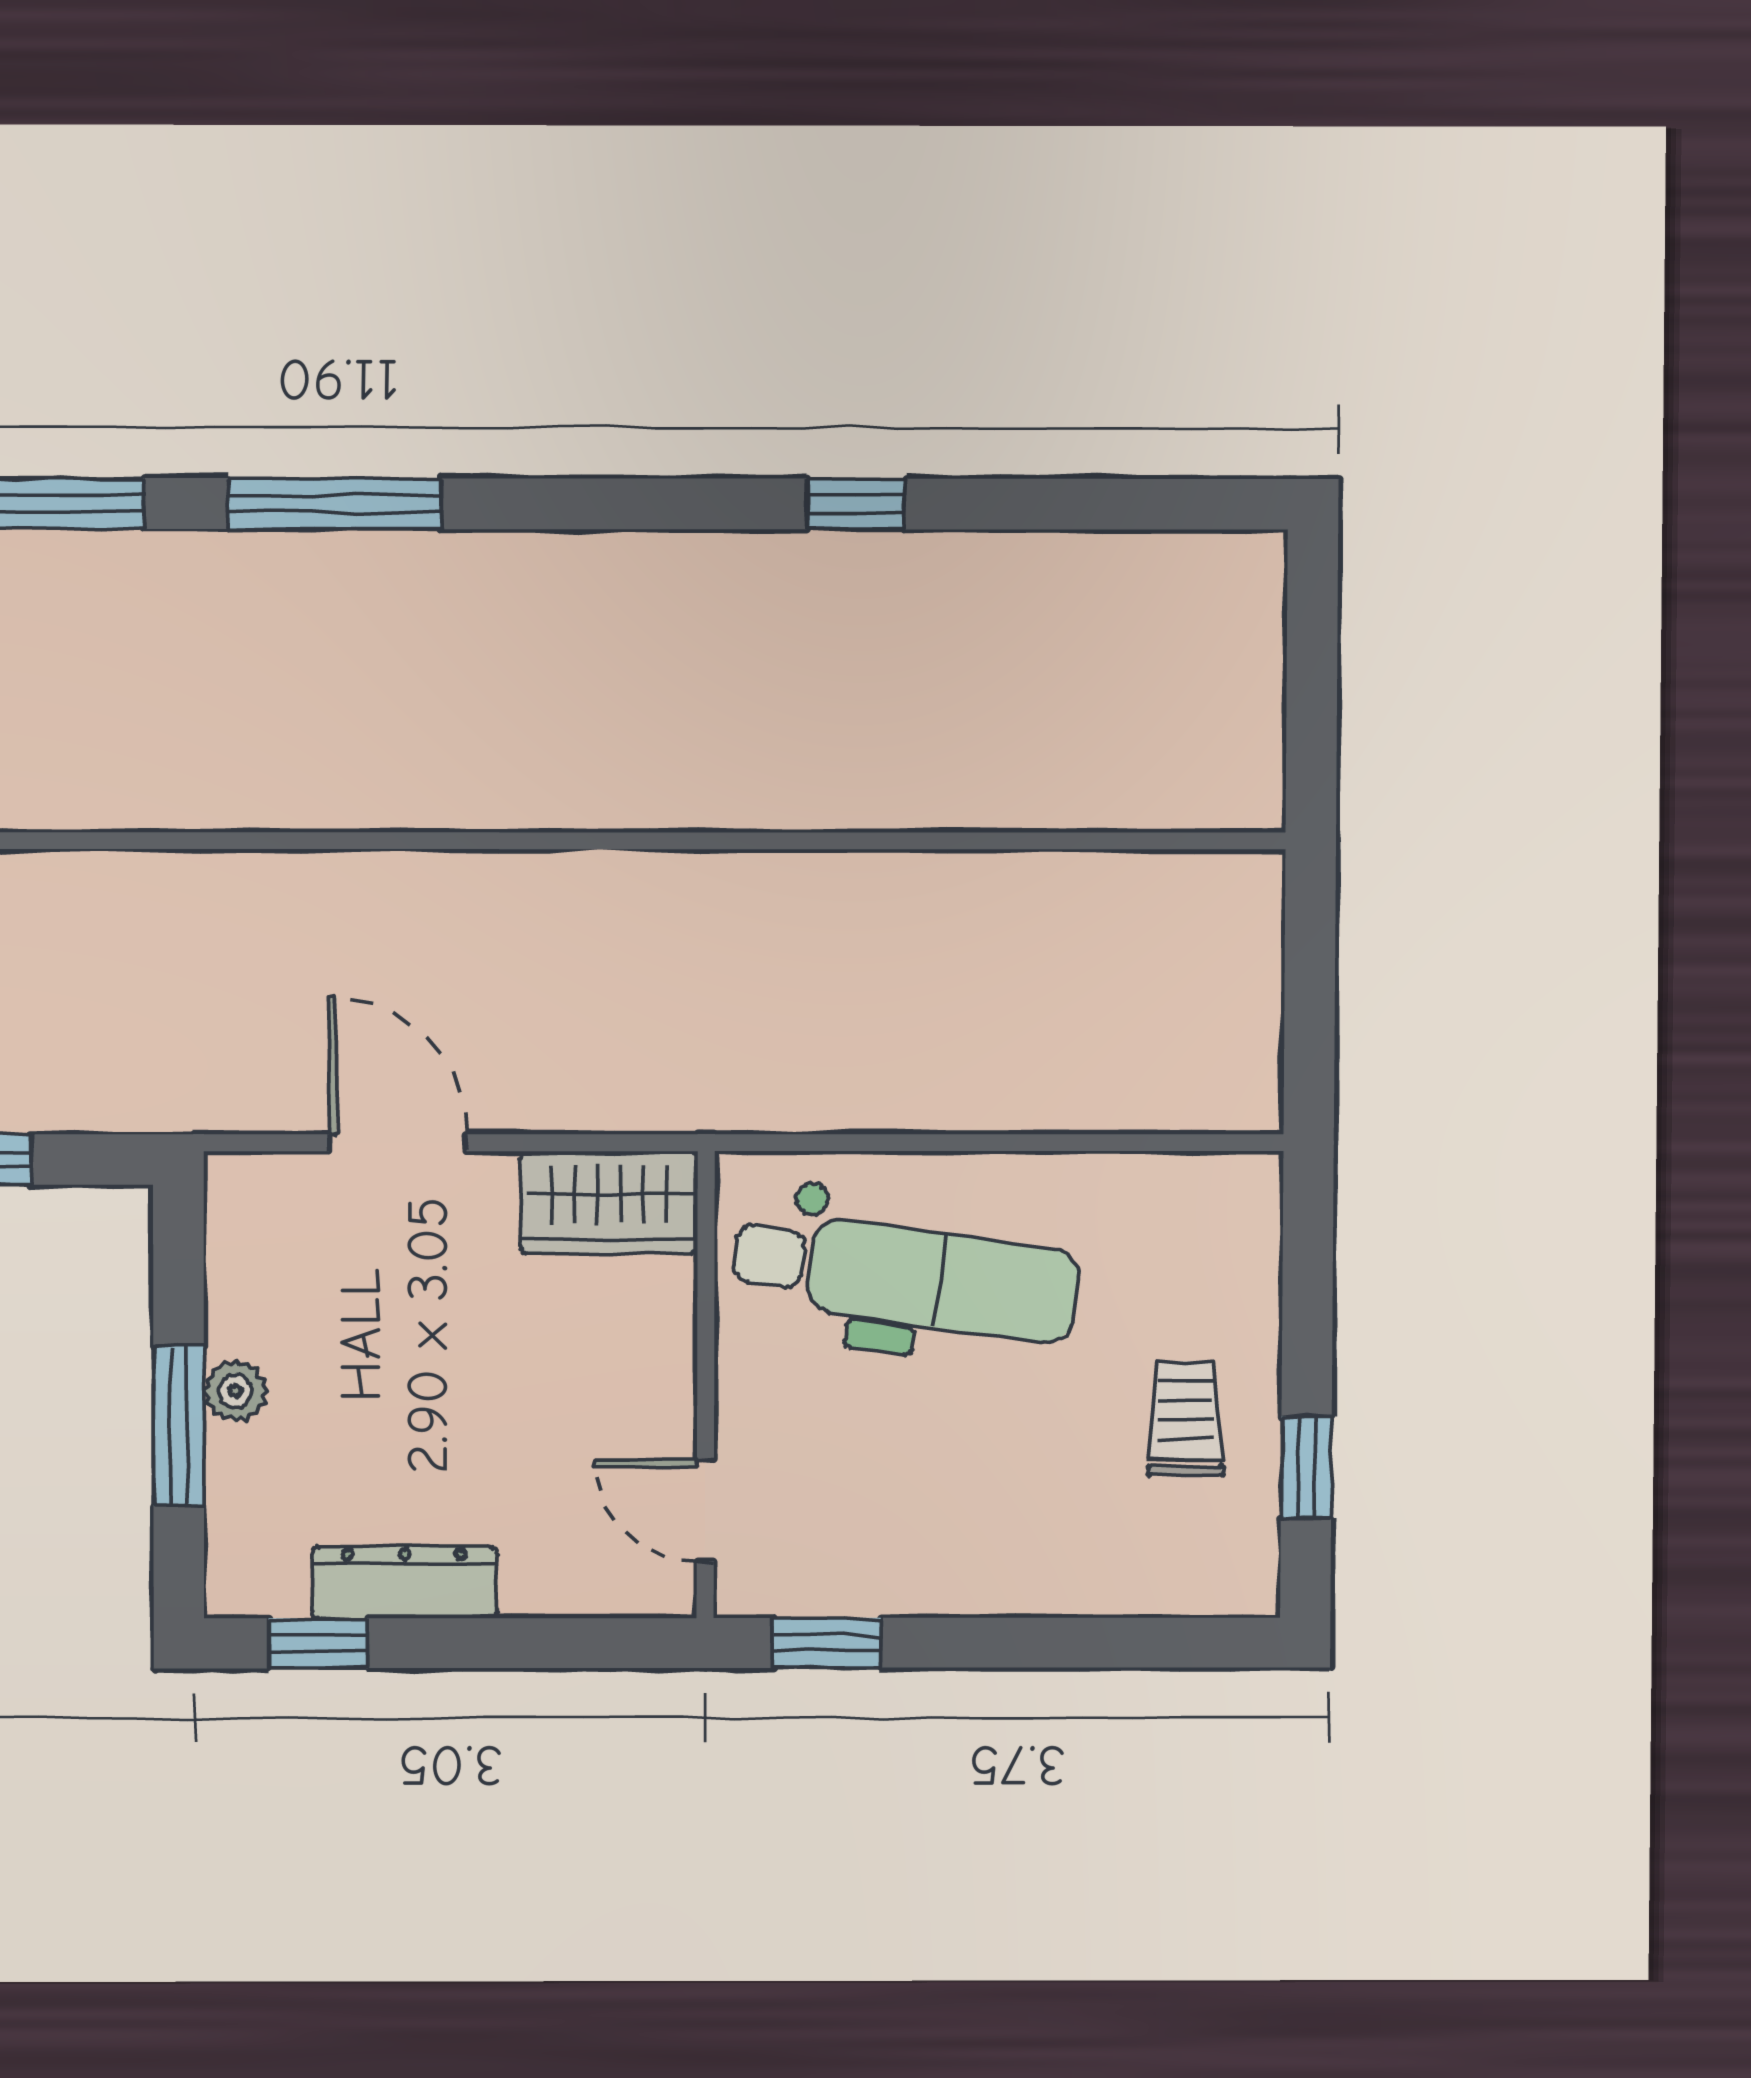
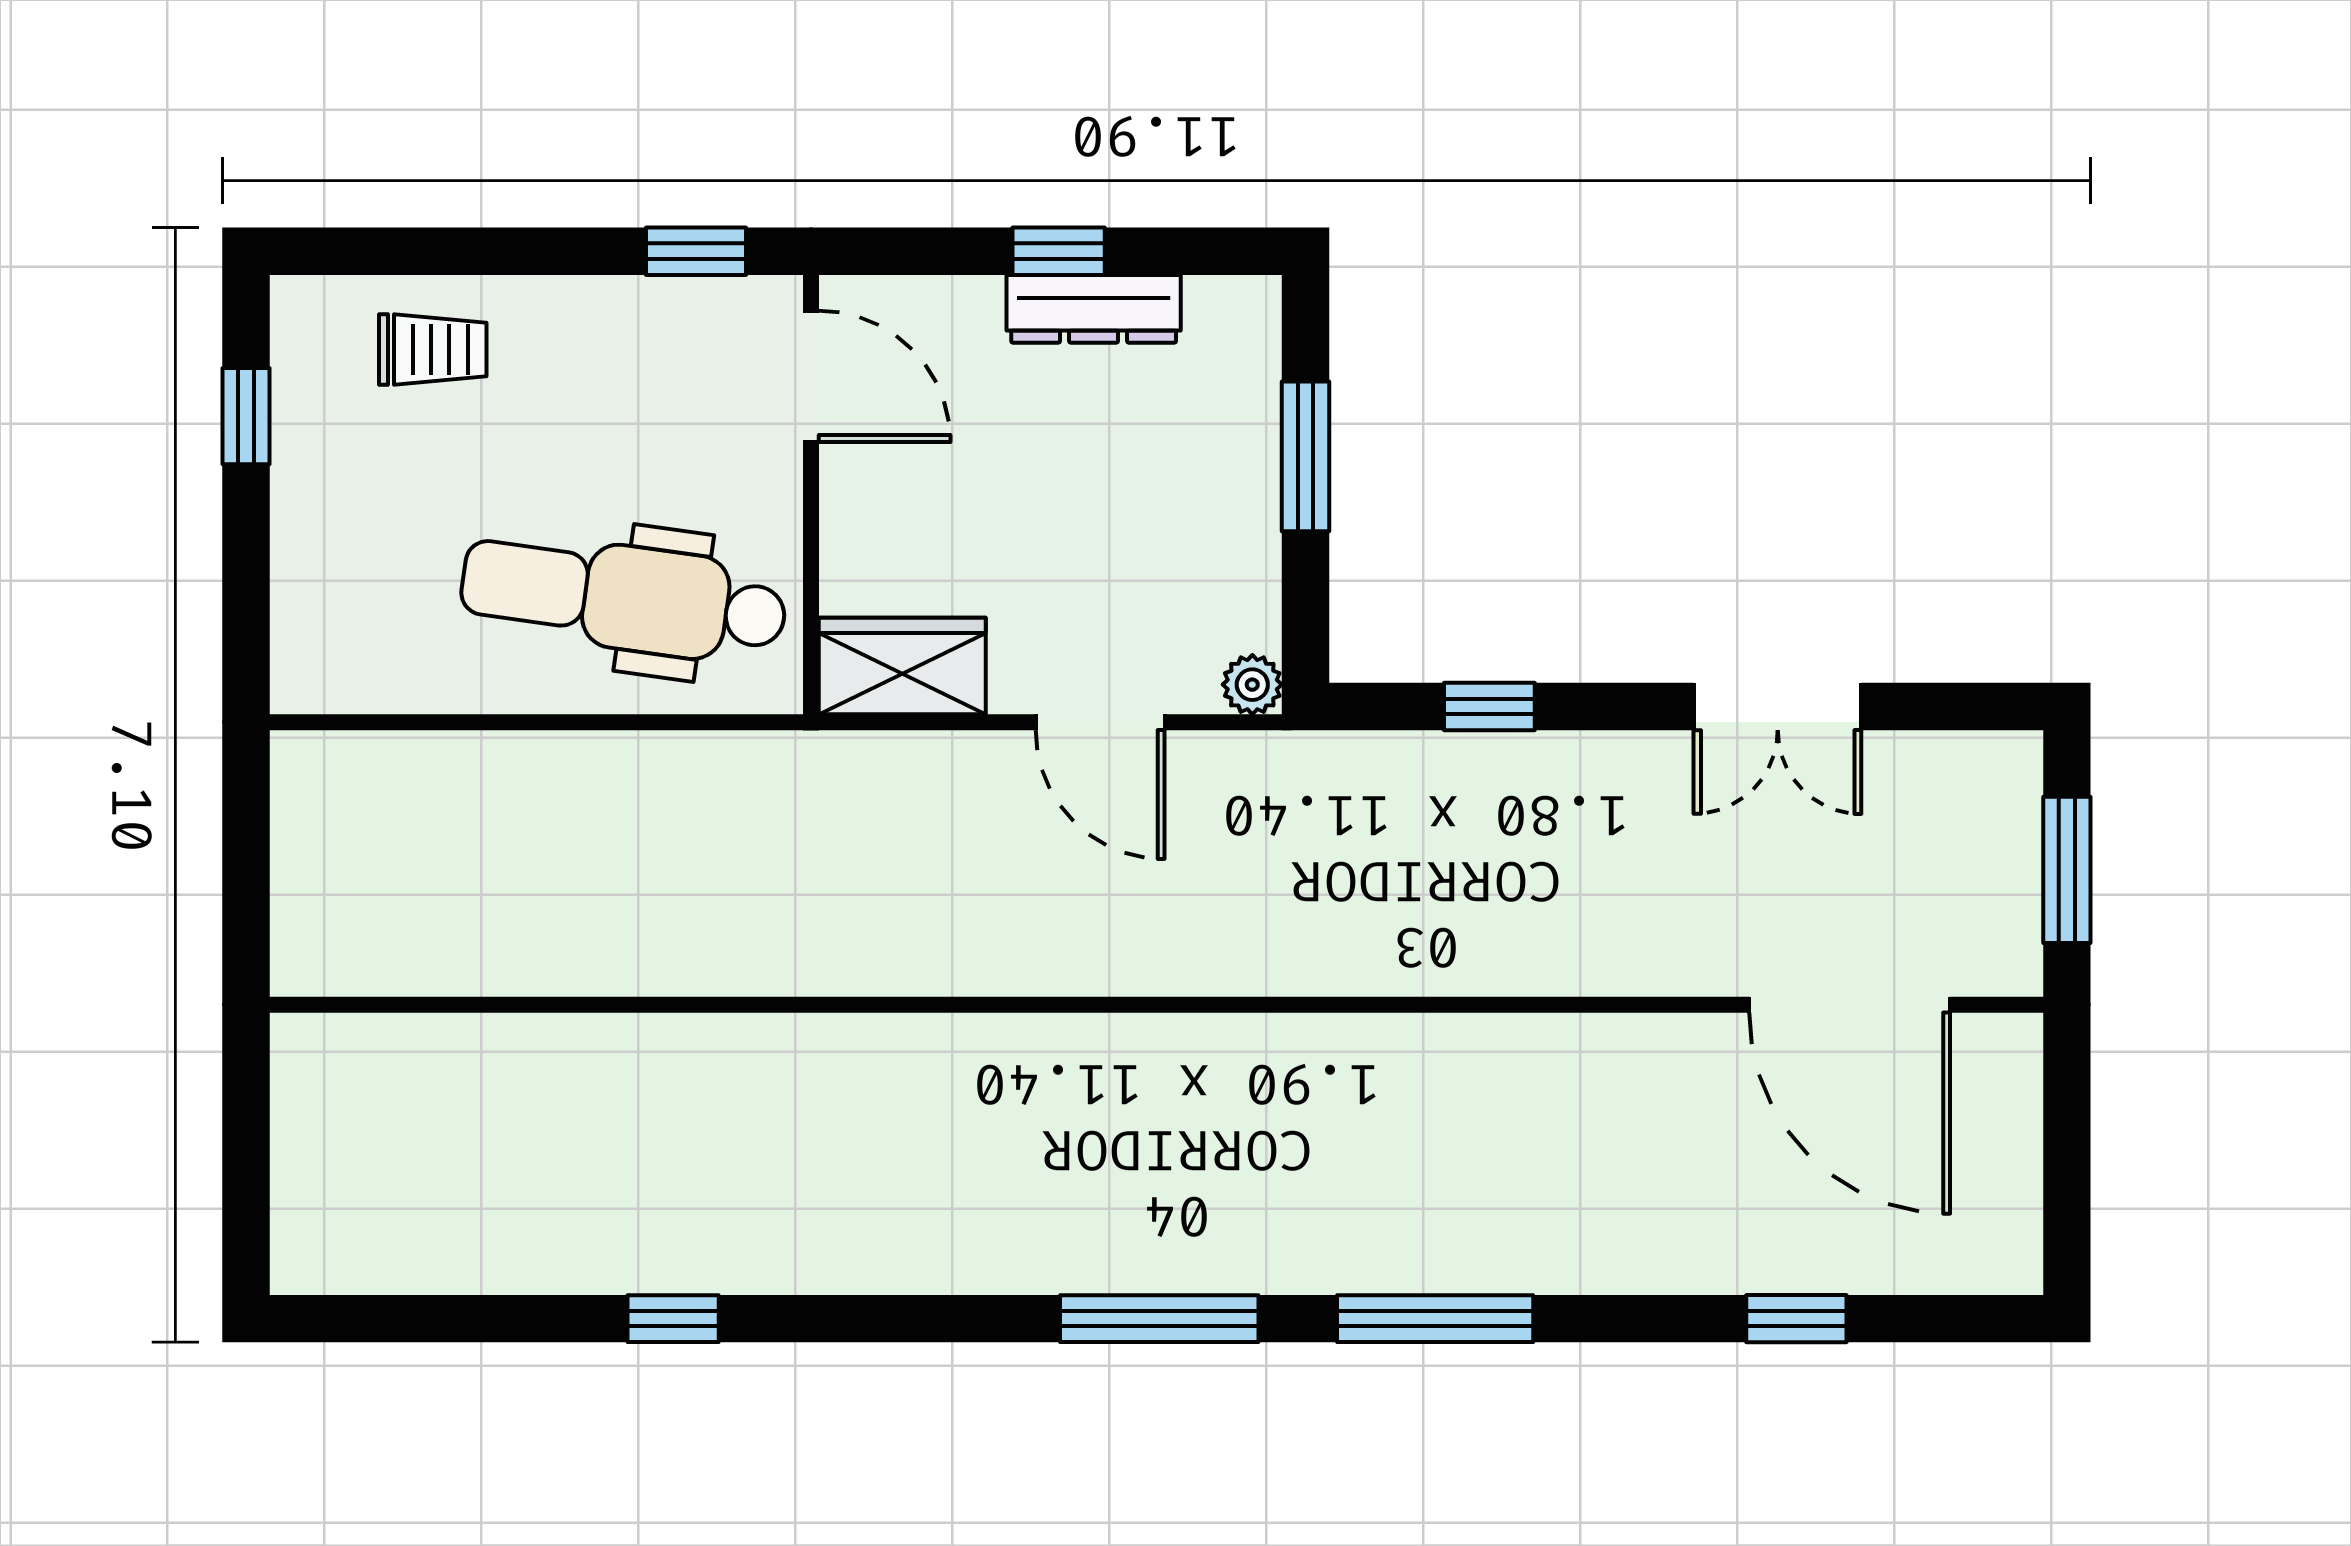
plant: (235, 1391) -> (1252, 685), moved
trolley: (1186, 1418) -> (433, 350), moved, turned -90
door: (705, 1510) -> (811, 376), width x1.38
window: (318, 1643) -> (1059, 251), moved

